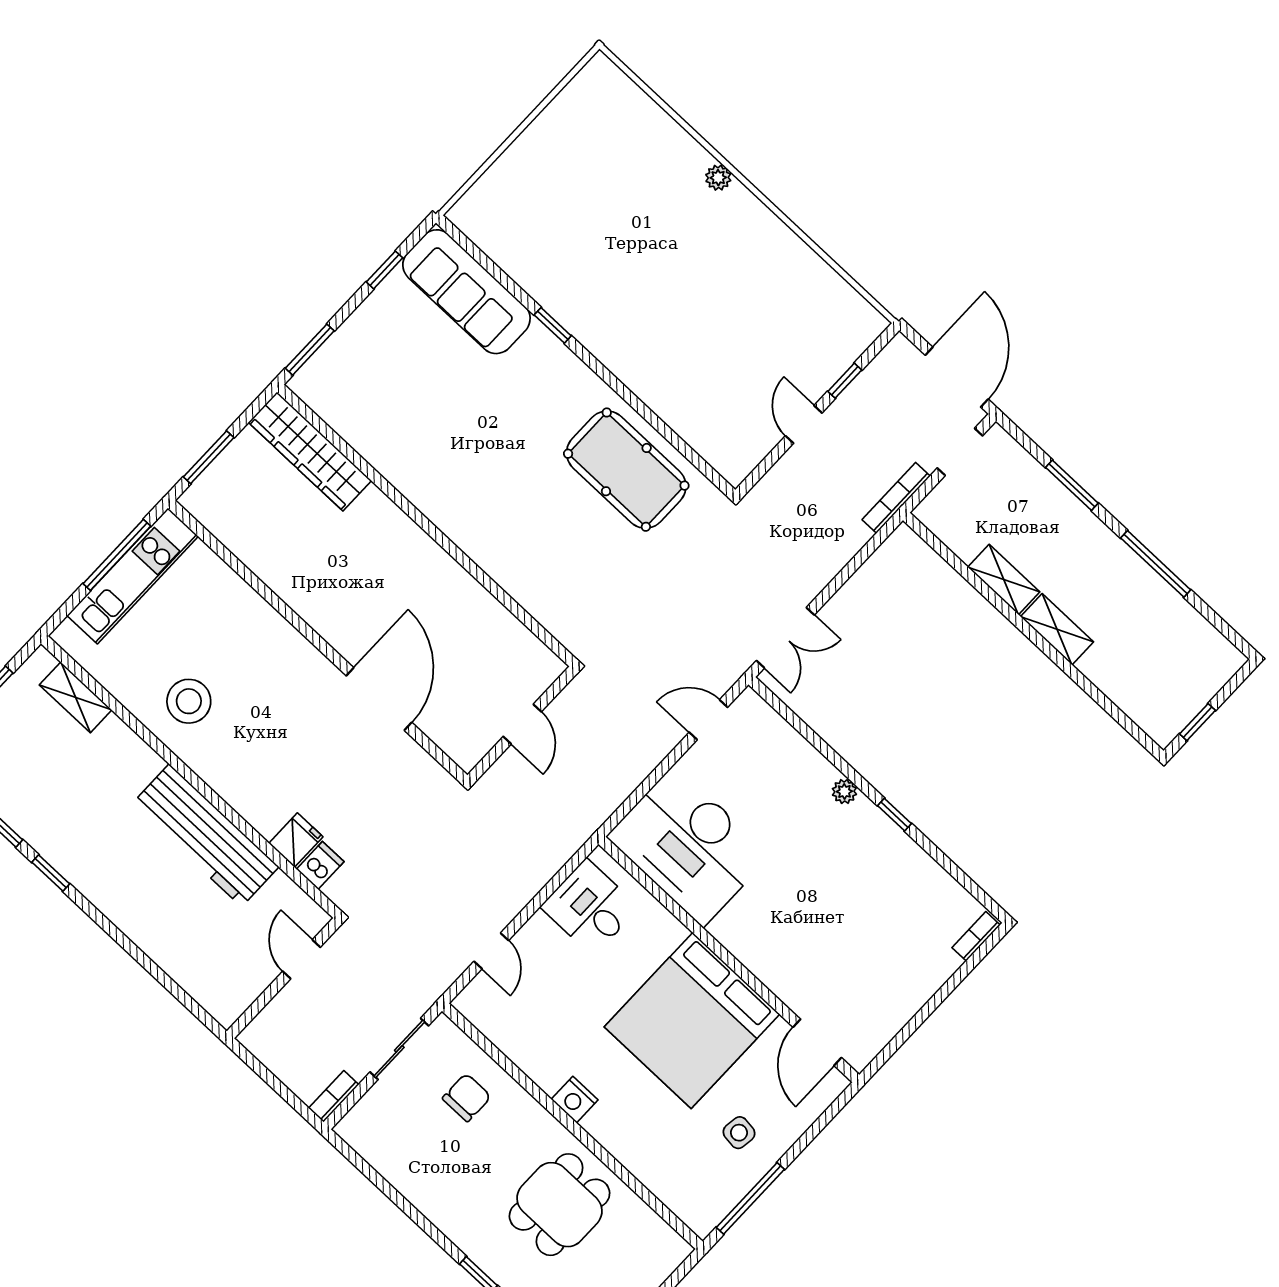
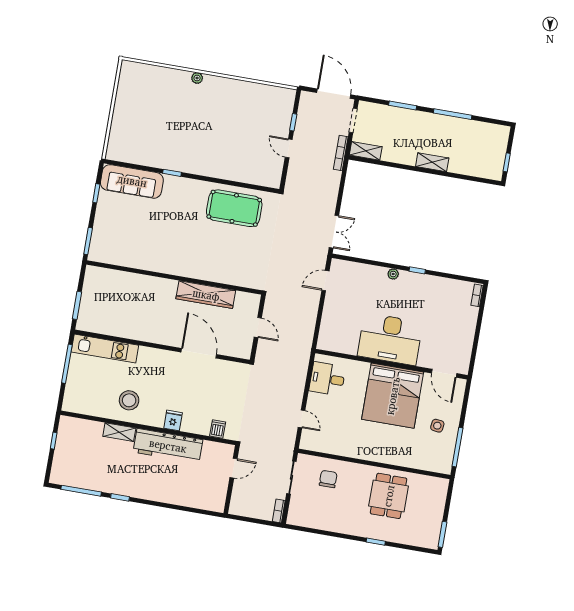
wardrobe: (310, 451) -> (206, 295), moved
kitchen unit: (133, 576) -> (105, 349), moved, turned 90
shelving: (1004, 580) -> (366, 151), moved
shelving: (76, 697) -> (119, 432), moved
fridge: (296, 840) -> (173, 420), moved
desk: (689, 846) -> (390, 339), moved
door: (302, 959) -> (233, 468), swing flipped
nightstand: (575, 1100) -> (369, 454), removed

